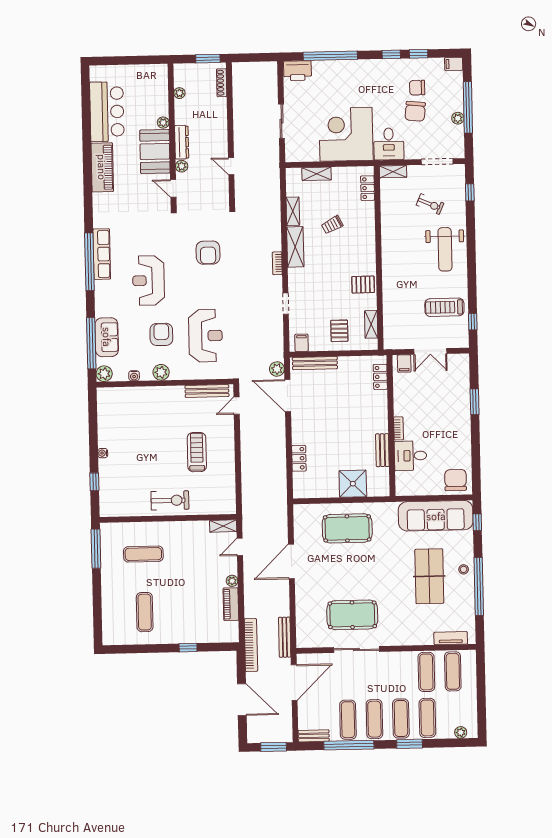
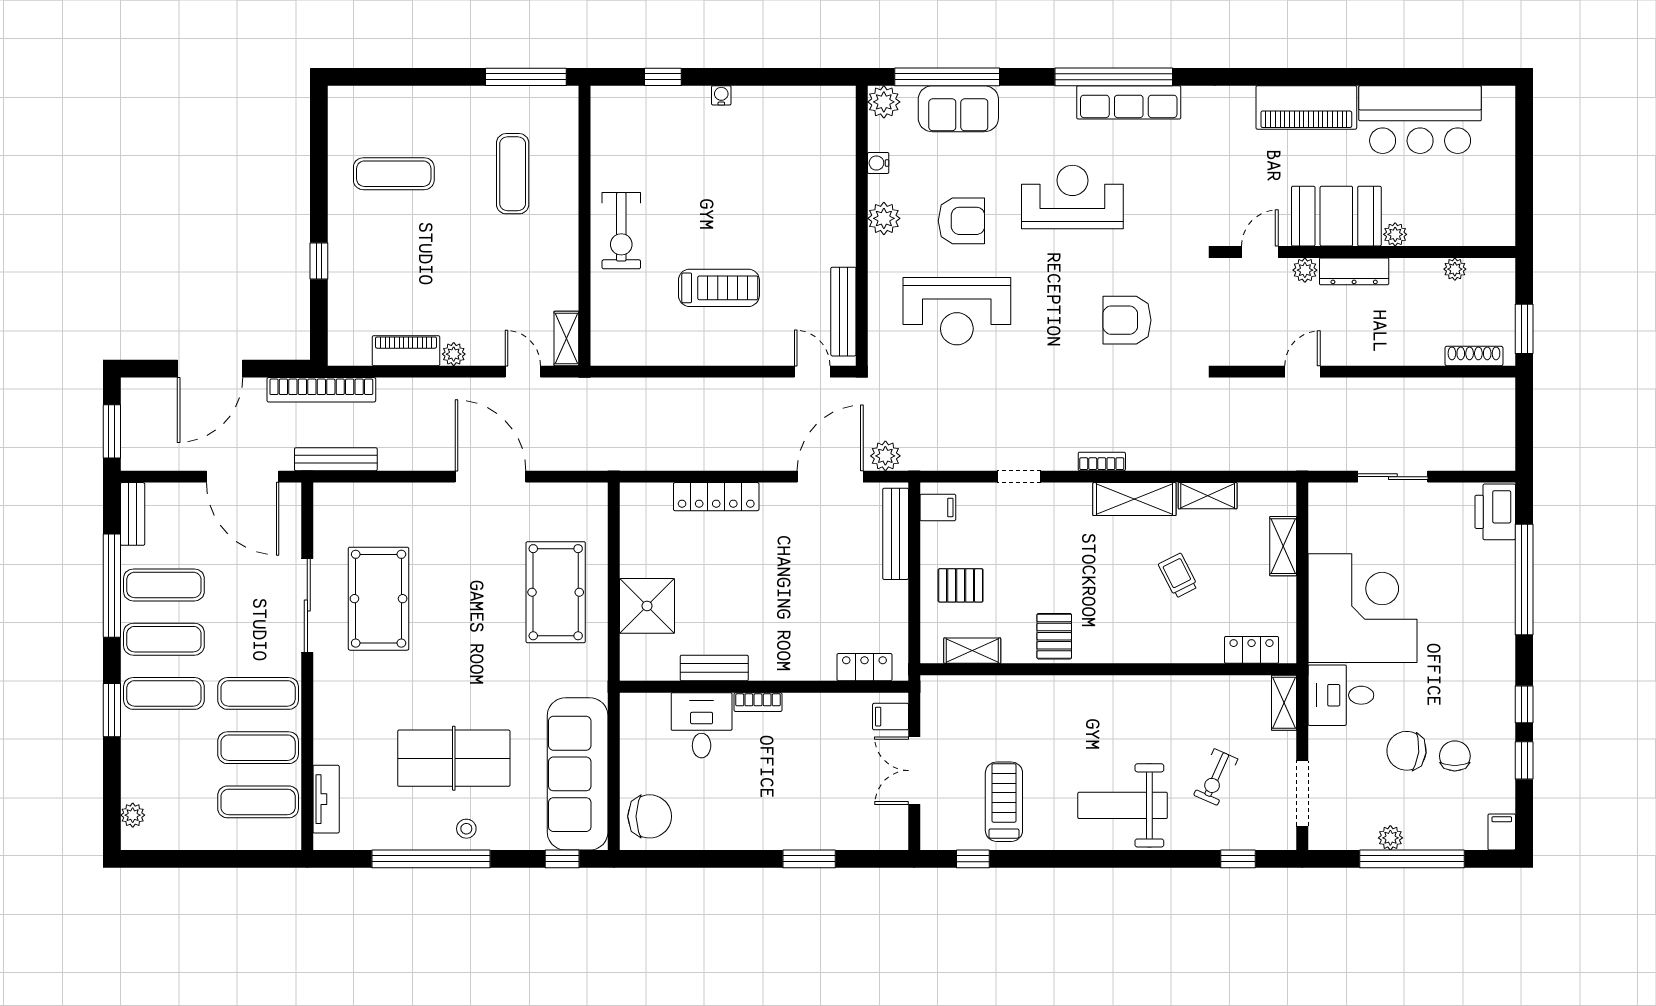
locker: (299, 458) -> (716, 497), width x1.53
exercise mat: (427, 718) -> (258, 693), moved

